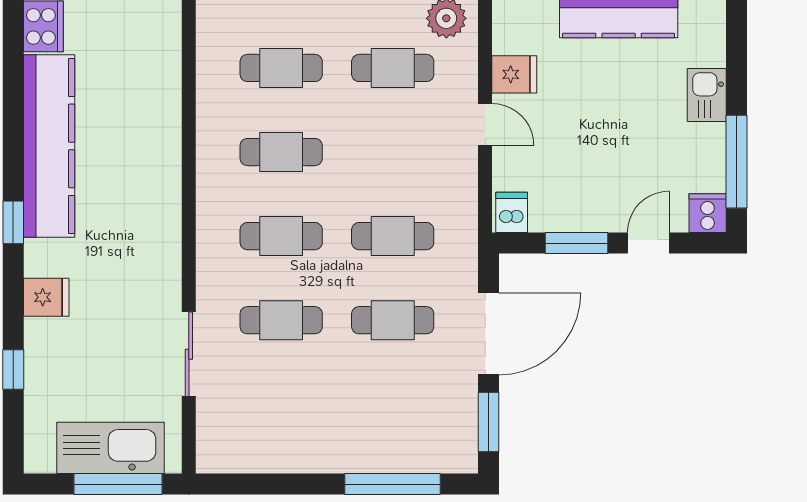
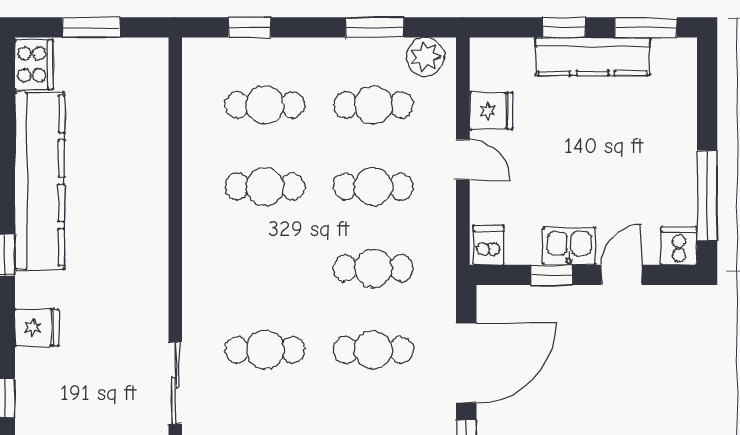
kitchen sink: (707, 95) -> (569, 246), moved, turned 90
cafe table: (281, 236) -> (373, 187), moved
window: (577, 243) -> (552, 275), width x0.67

